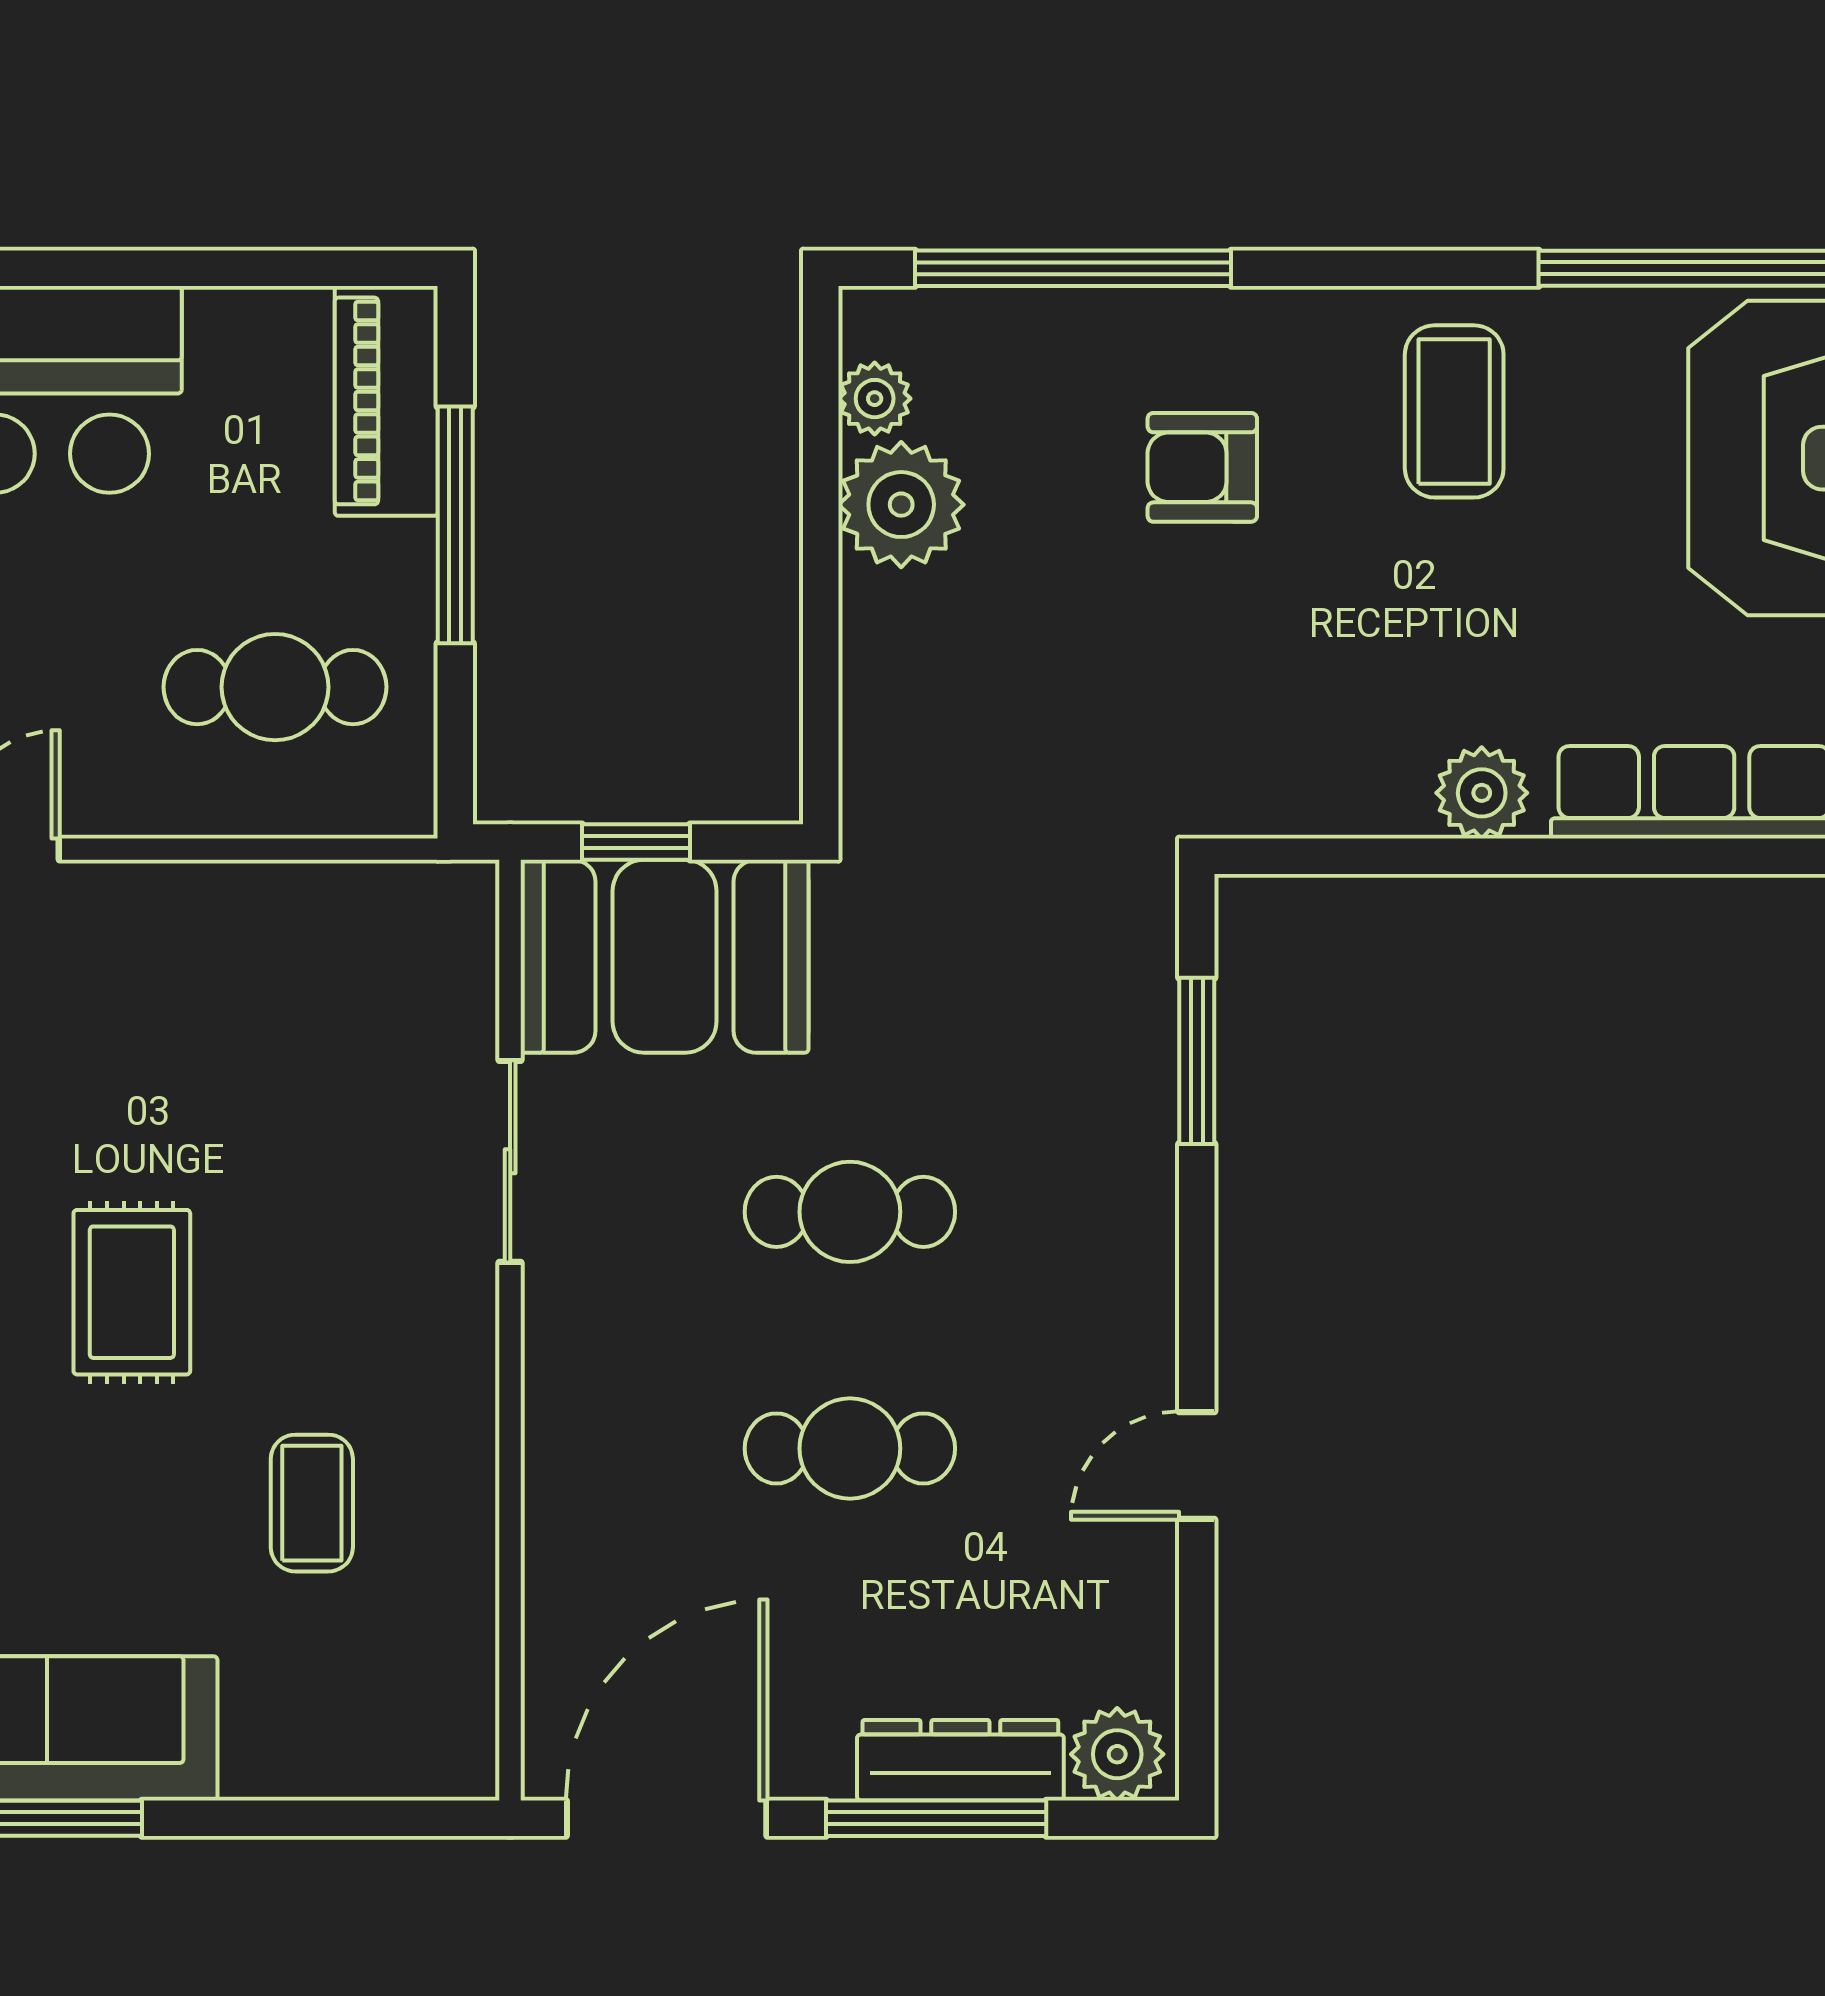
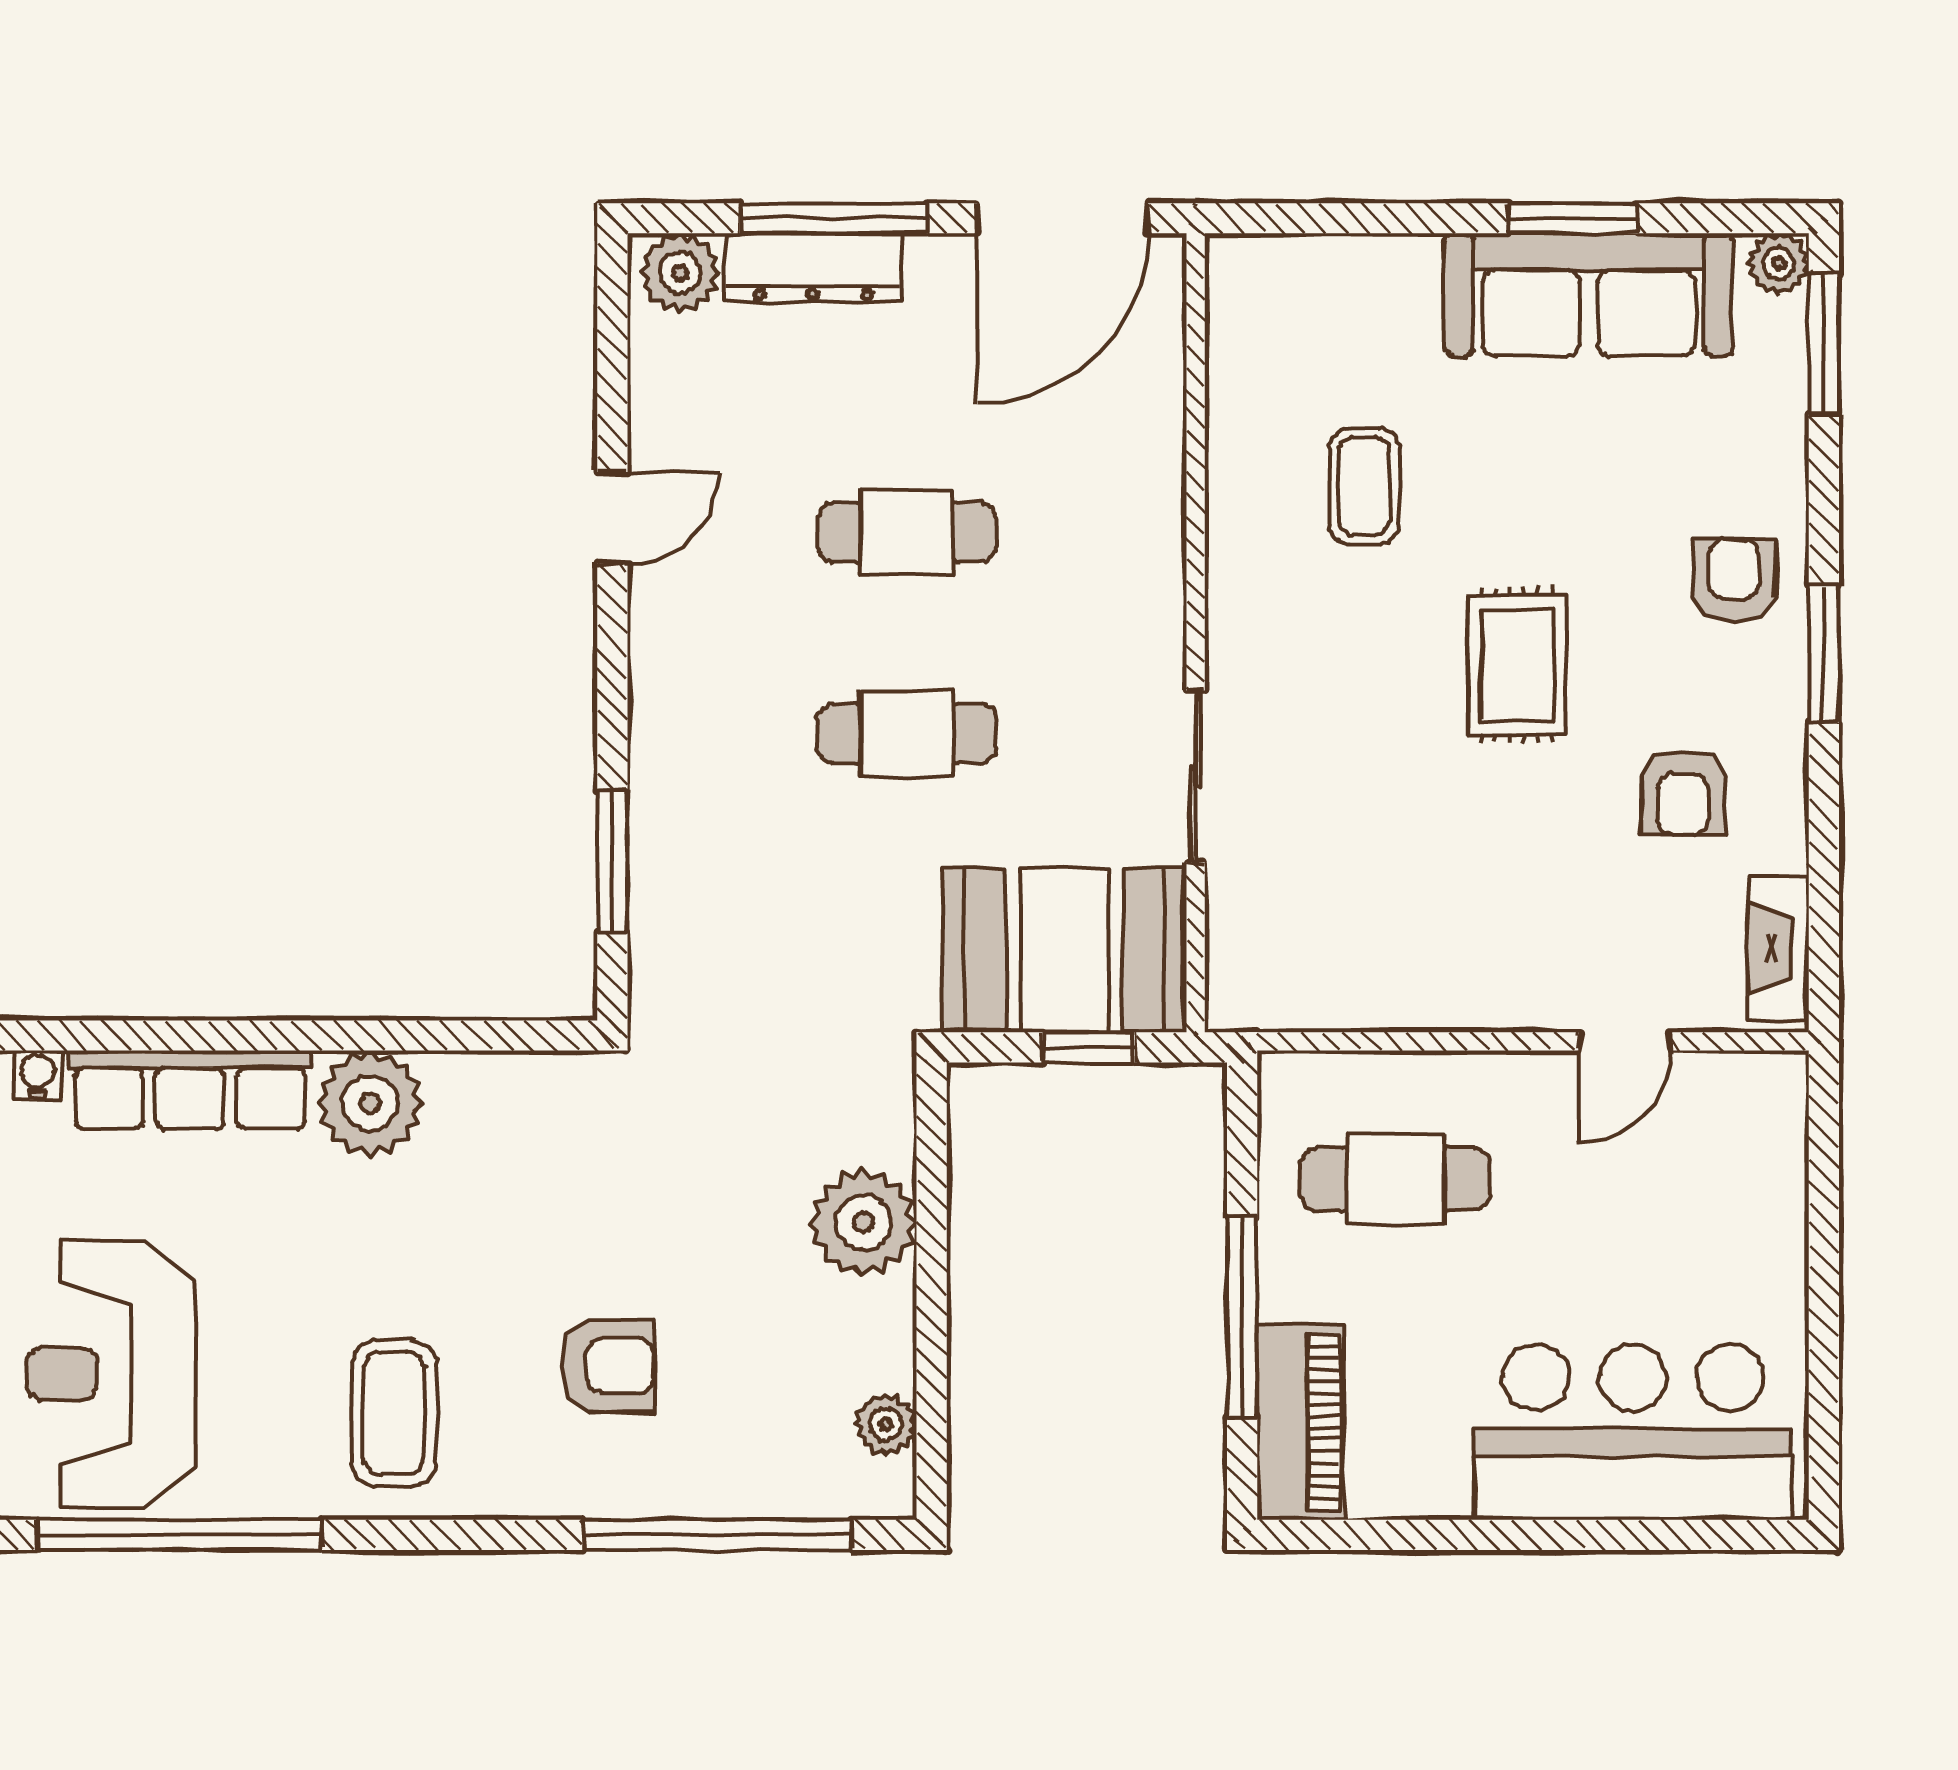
plant: (901, 505) -> (863, 1222), moved
plant: (1482, 793) -> (370, 1103), width x1.36, depth x1.36

